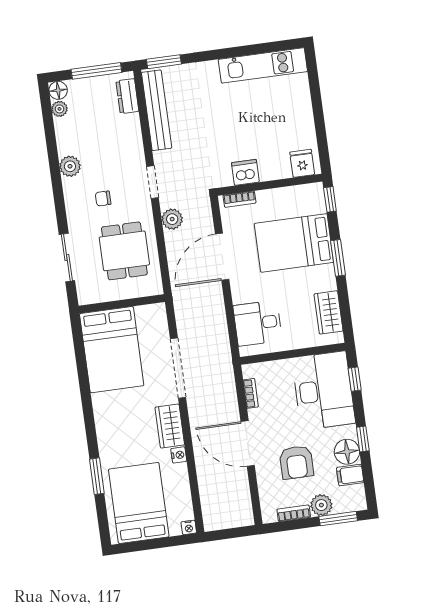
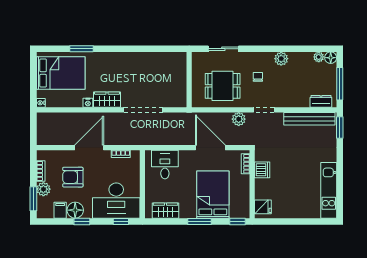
bed: (112, 350) -> (161, 69), removed

